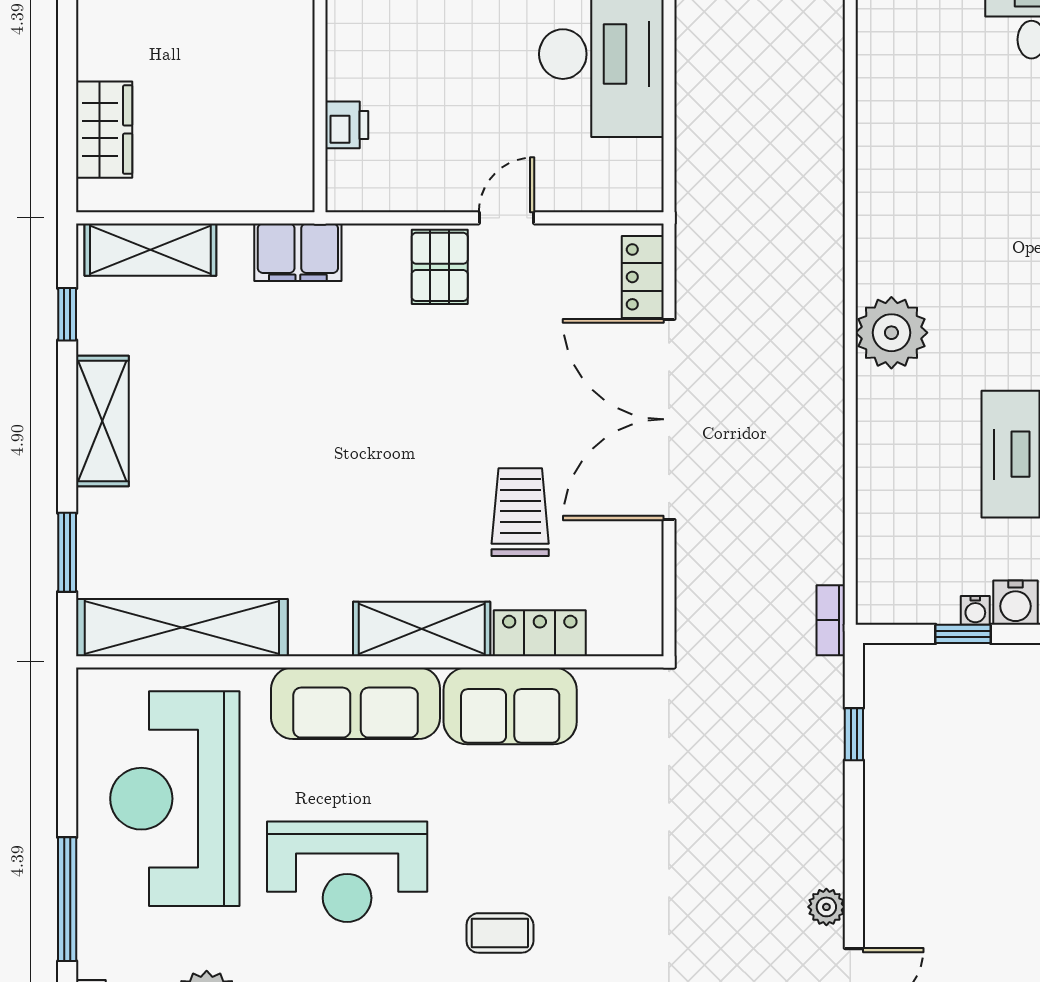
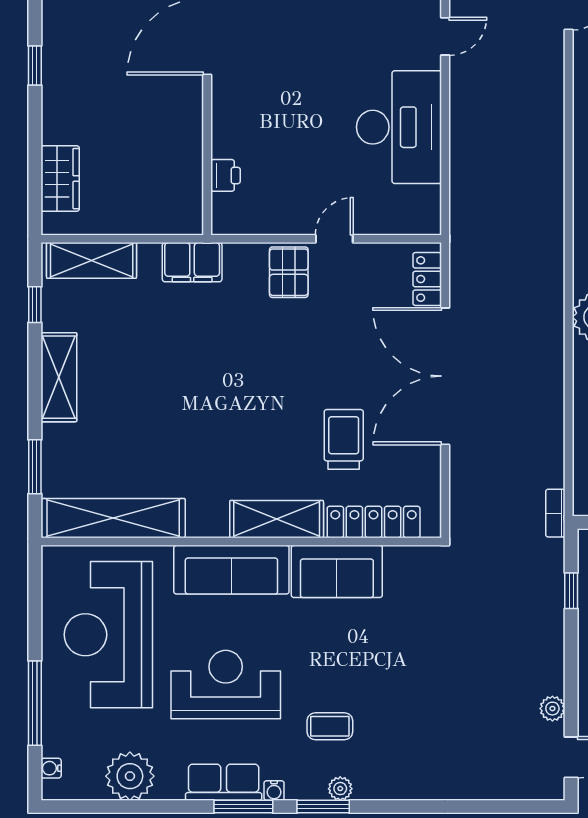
locker: (540, 633) -> (374, 522), width x1.53
reception desk: (347, 872) -> (226, 685), turned 180

